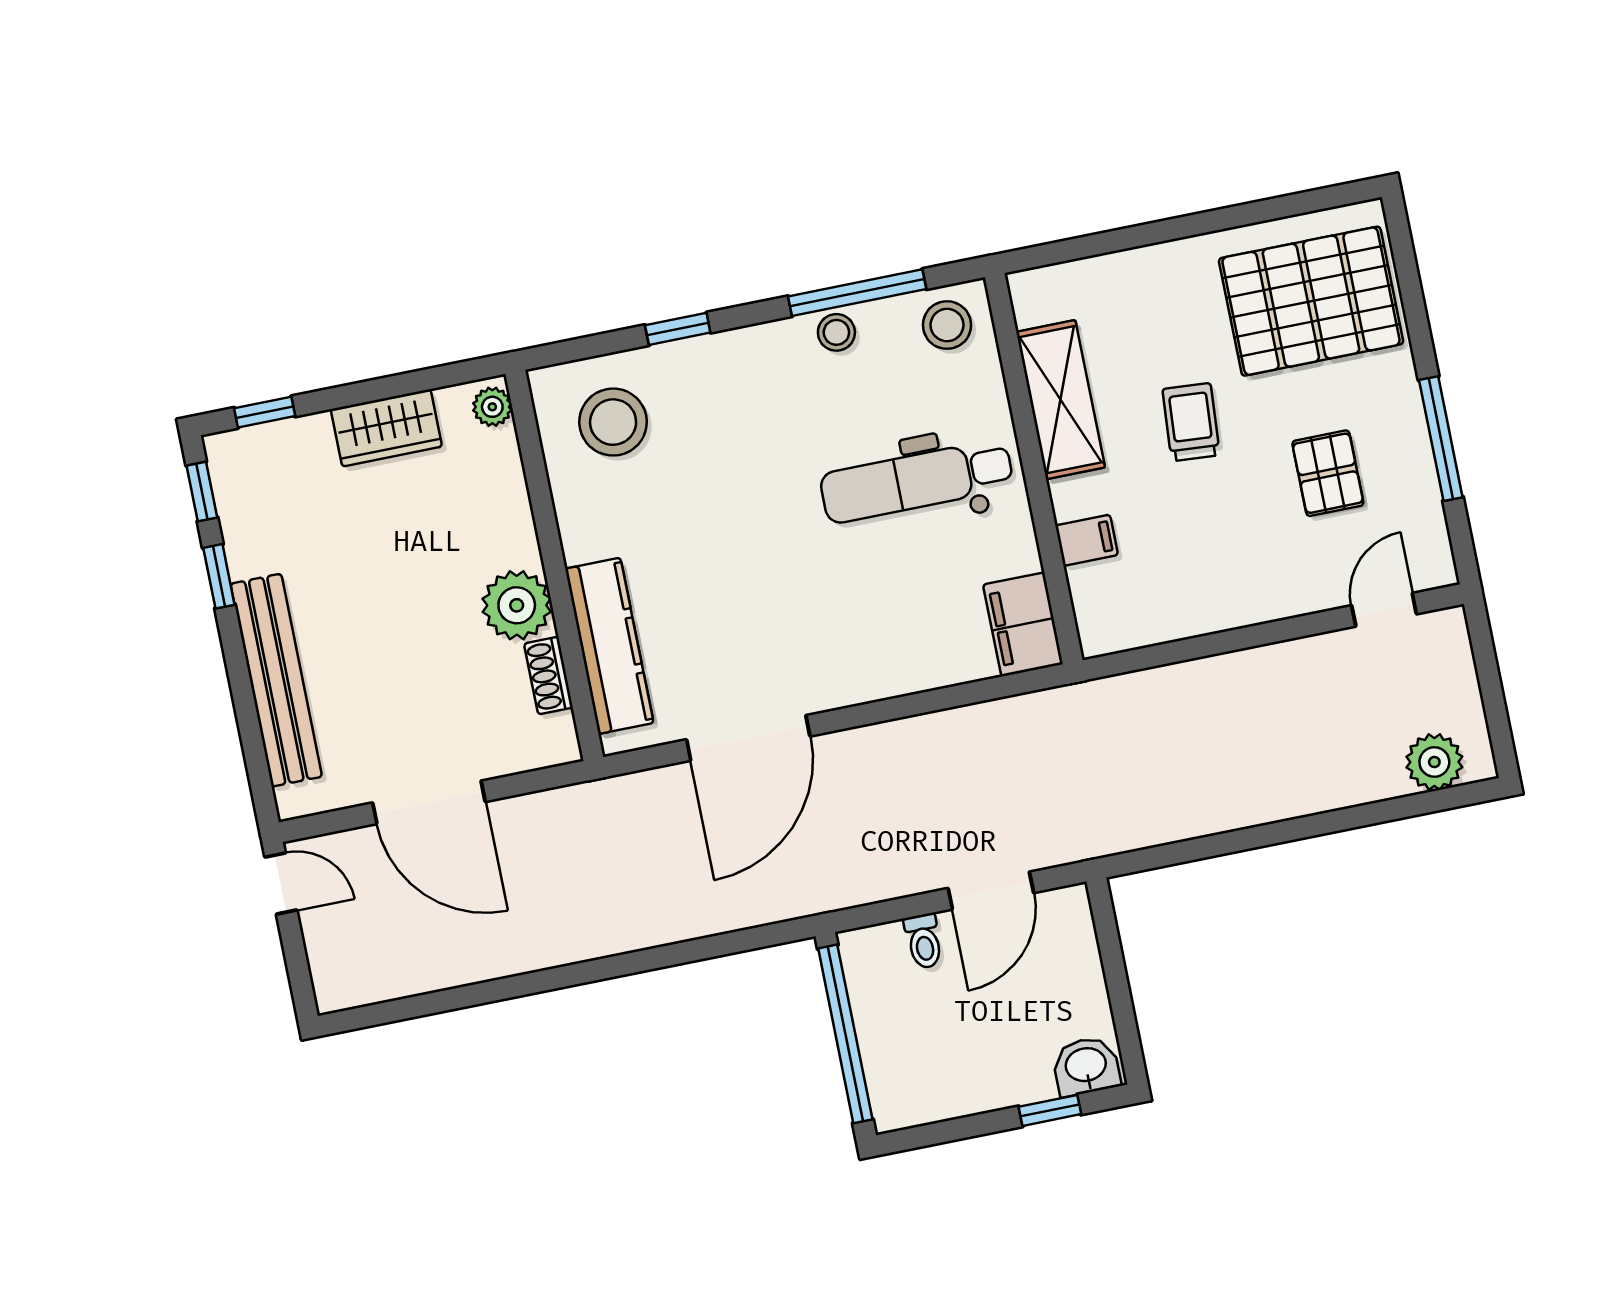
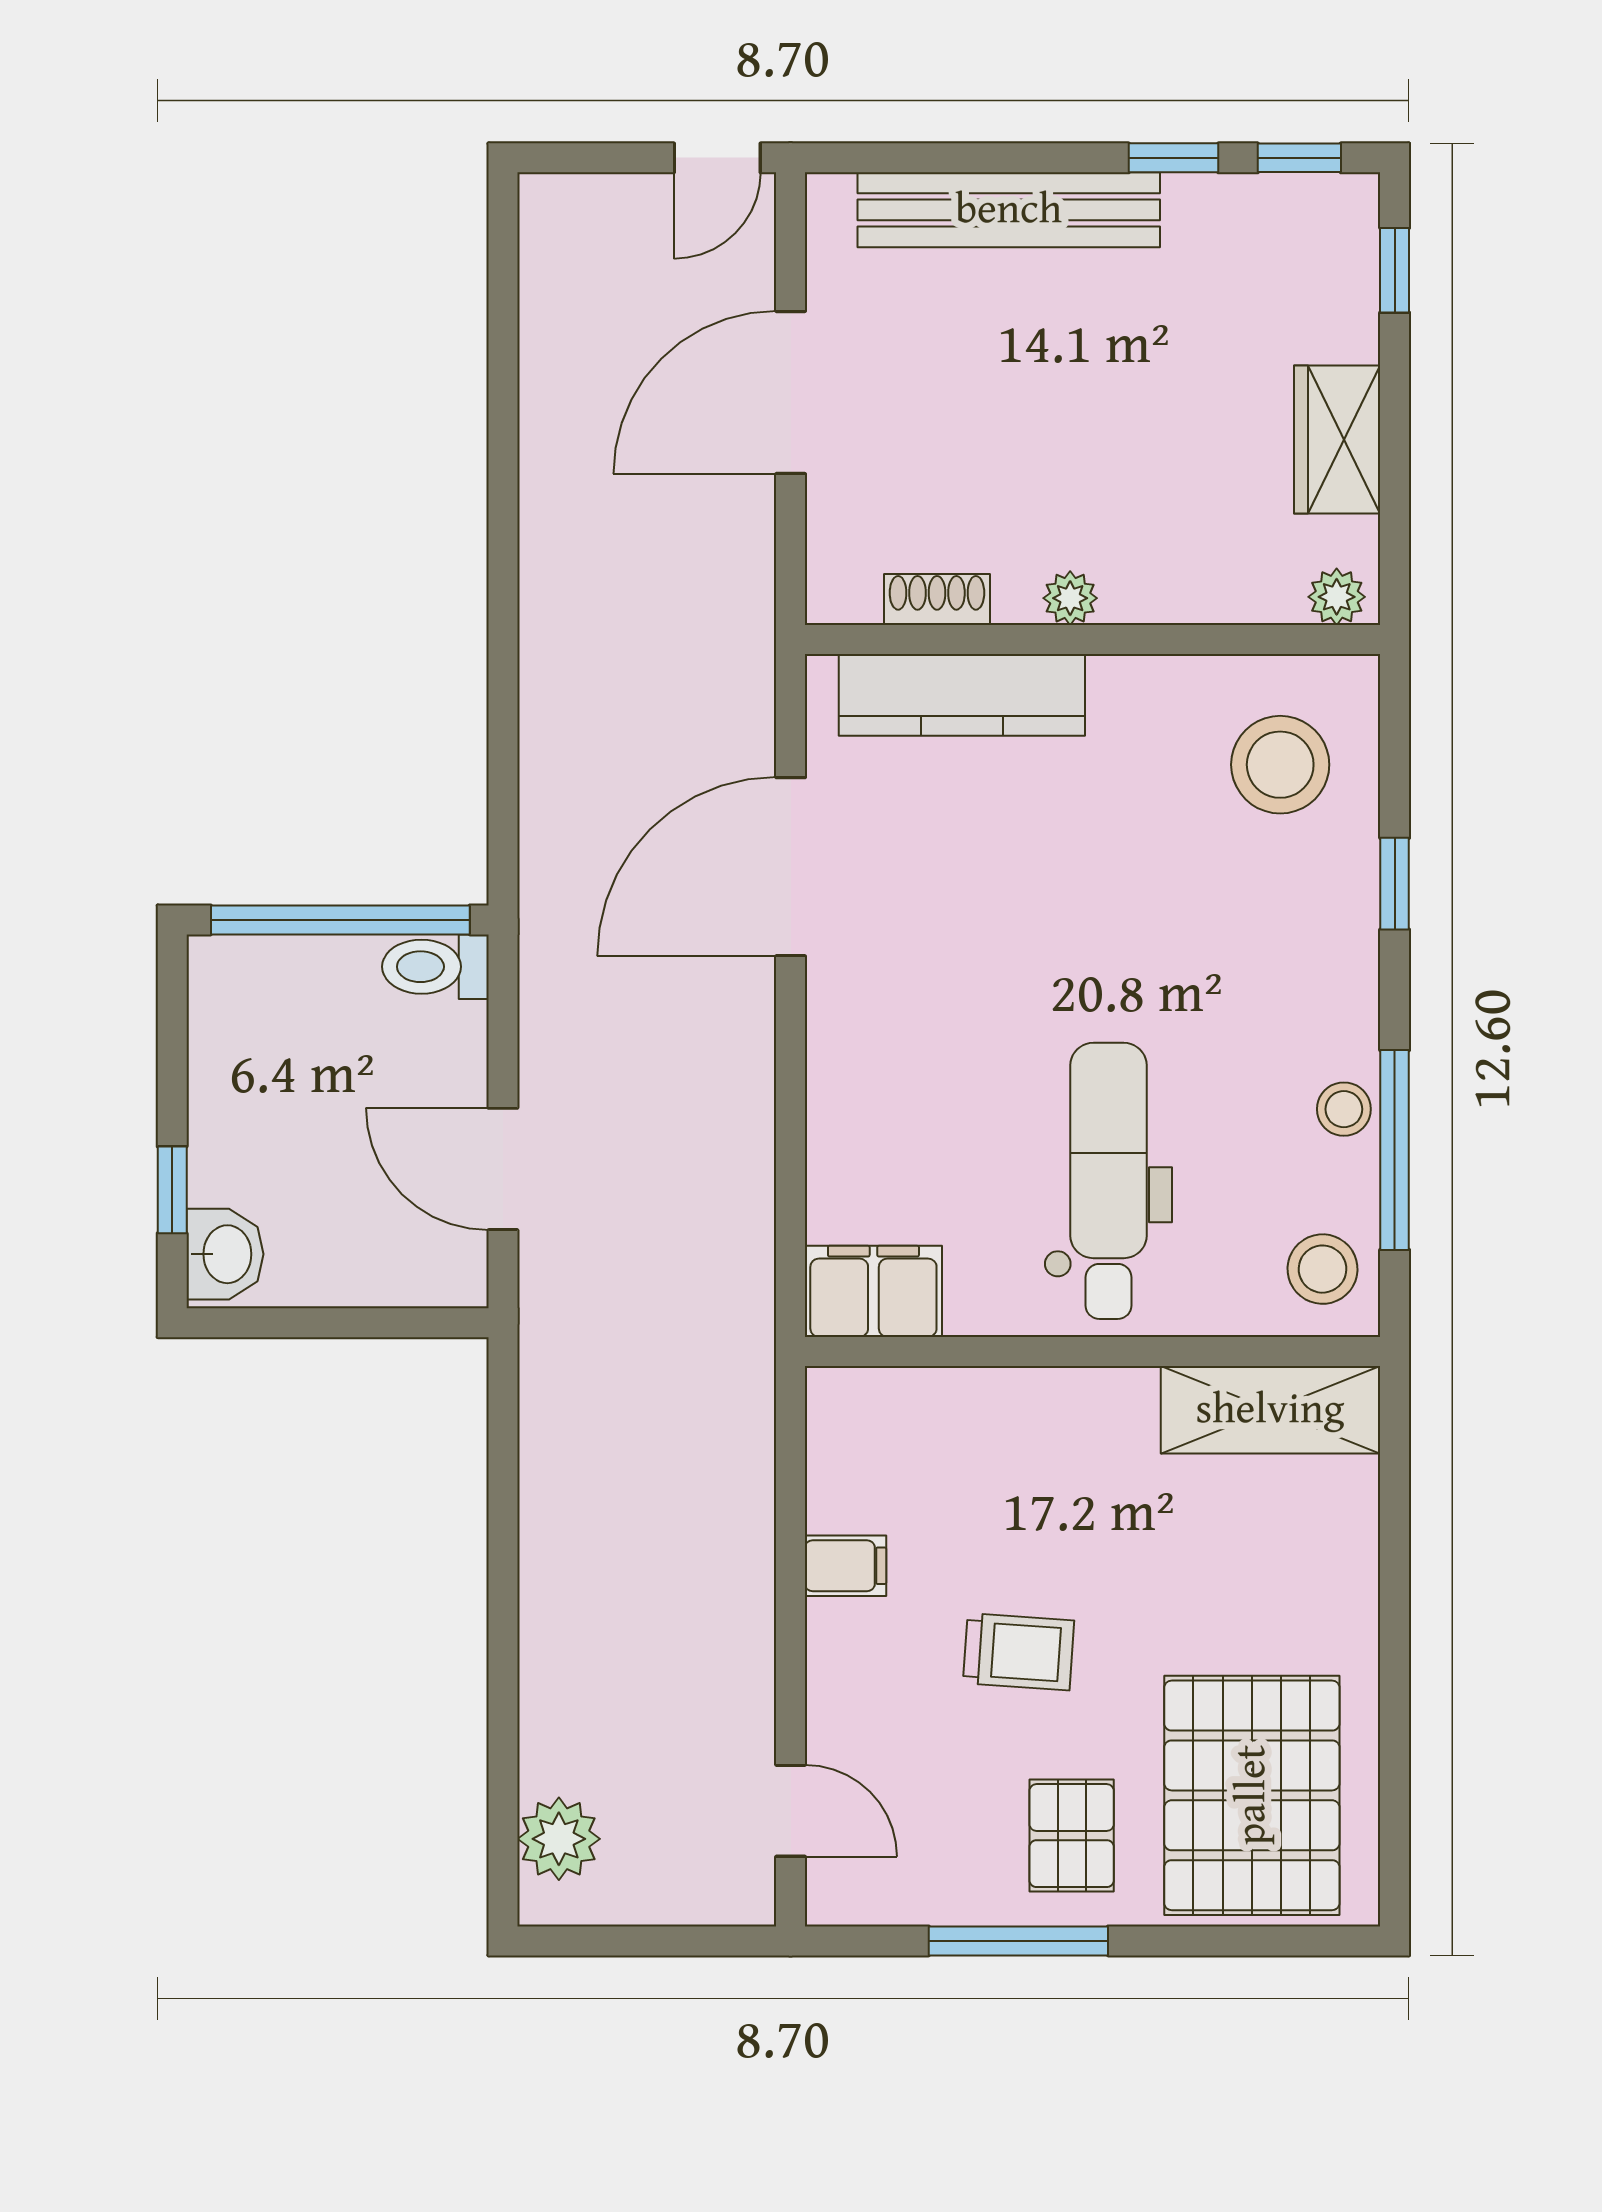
shelving: (1061, 400) -> (1270, 1410), moved
trolley: (1191, 422) -> (1019, 1652), moved
pallet: (1328, 473) -> (1072, 1836), moved, turned 90
filing cabinet: (1087, 540) -> (845, 1566), moved, turned -90
plant: (517, 605) -> (1070, 598), width x0.53, depth x0.53
door: (748, 738) -> (791, 867), hinge flipped
toilet: (924, 941) -> (435, 967), moved, width x1.37, depth x1.39

